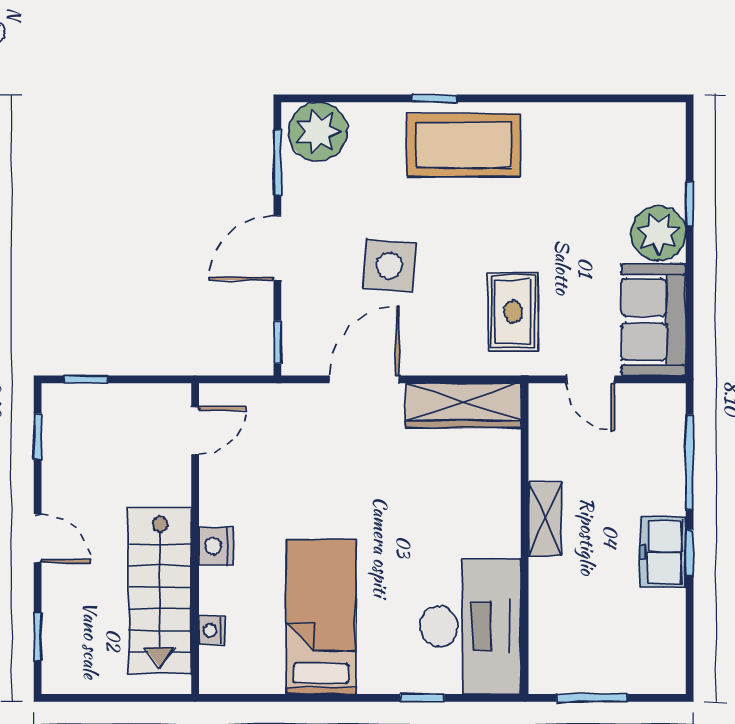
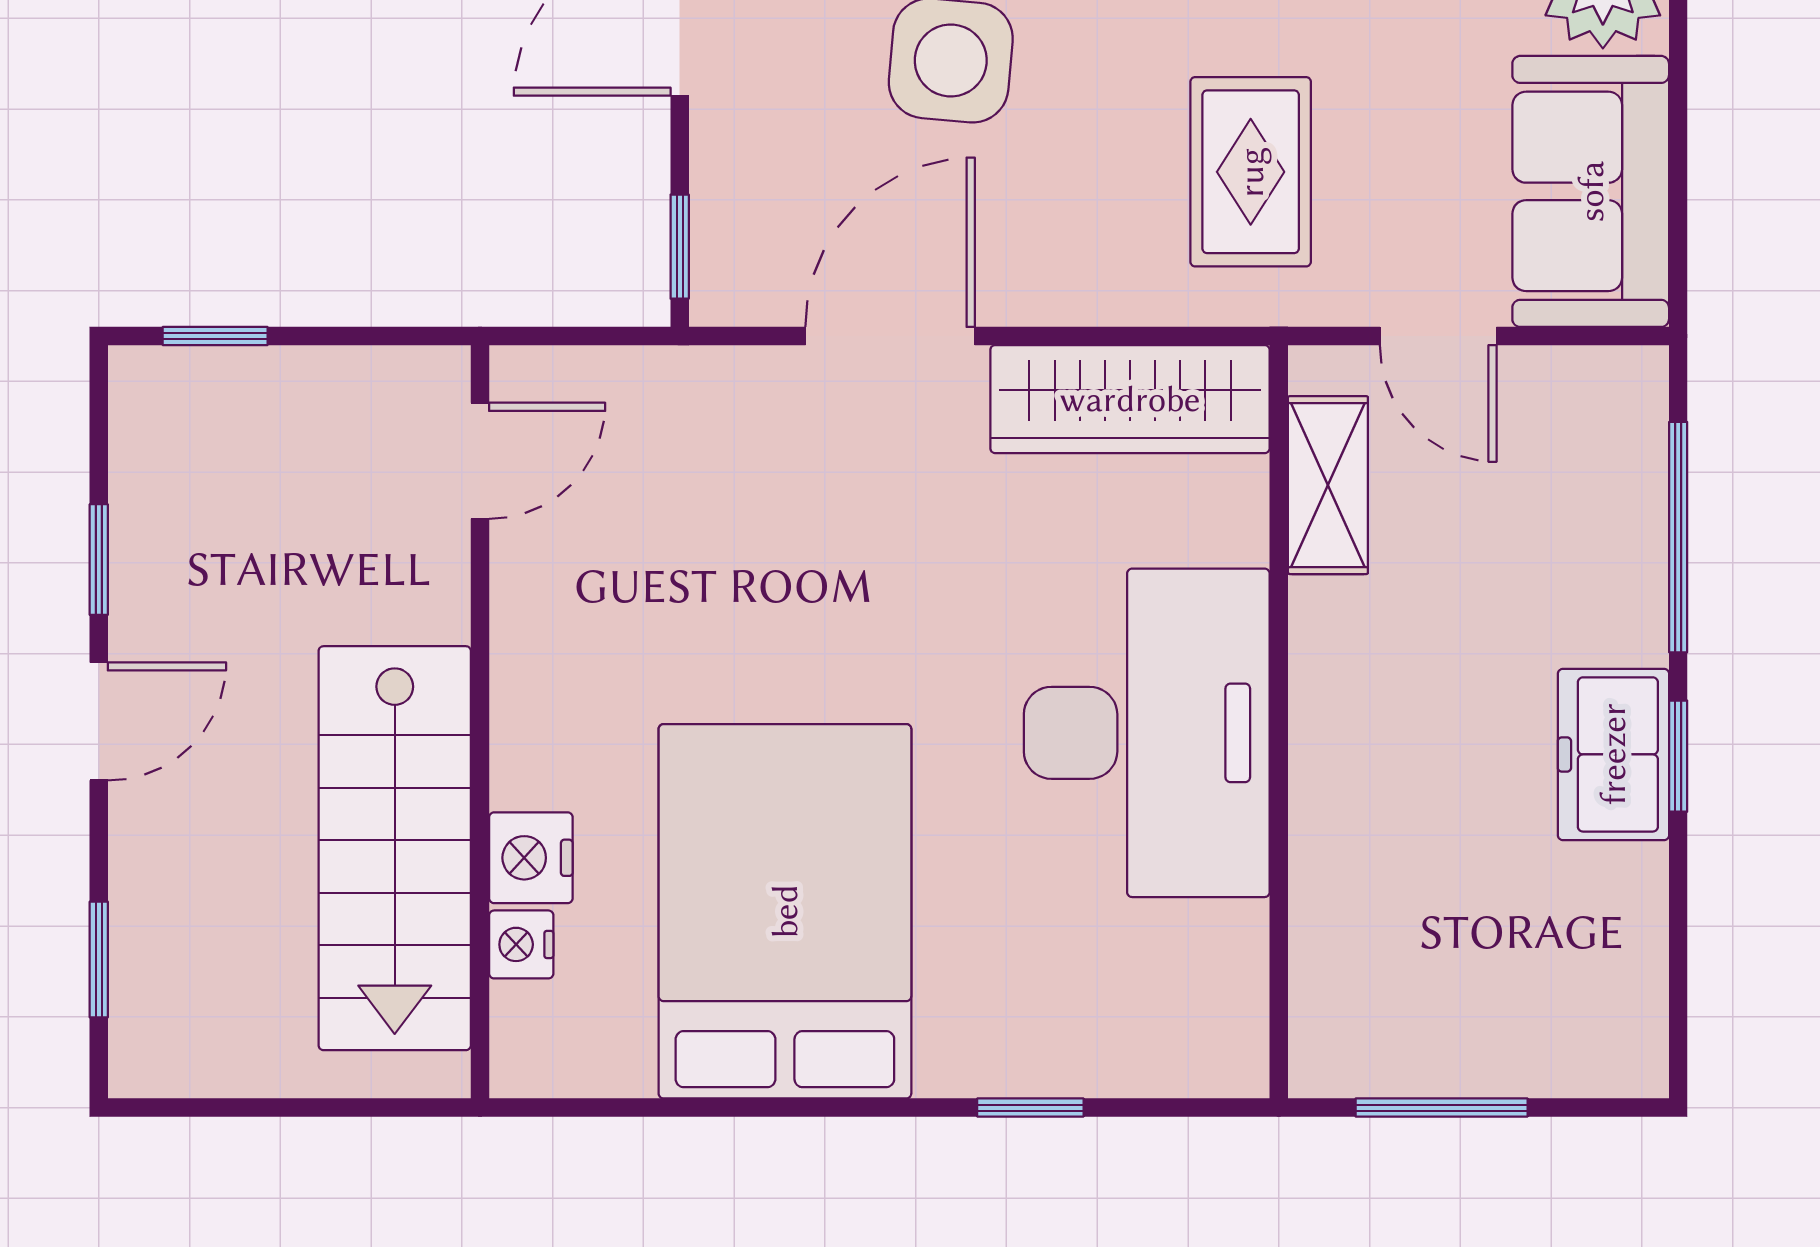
window: (38, 436) -> (99, 560), moved
shelving: (545, 519) -> (1328, 485), moved
door: (38, 538) -> (99, 721), hinge flipped
nightstand: (216, 546) -> (531, 858), moved
bed: (321, 617) -> (785, 911), width x1.50
desk: (470, 626) -> (1147, 733), moved

